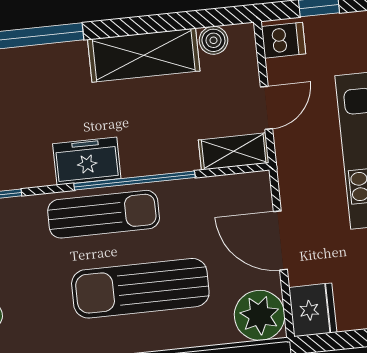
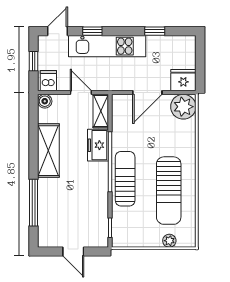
boiler: (213, 40) -> (45, 101), moved
freezer: (87, 161) -> (98, 145), moved
sun lounger: (140, 288) -> (169, 191), moved

